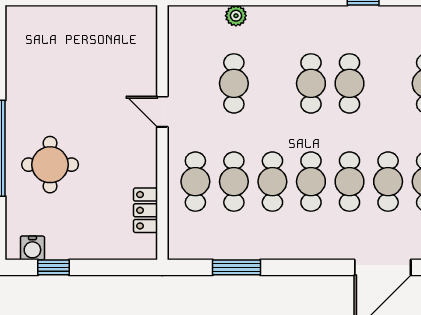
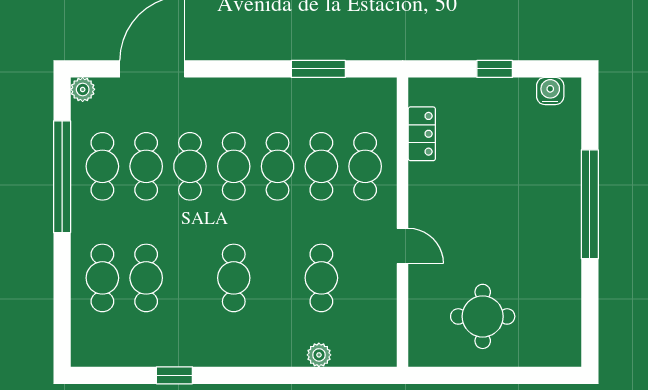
cafe table: (350, 83) -> (146, 278), moved
round table: (50, 165) -> (483, 316), moved
window: (53, 267) -> (495, 69), moved

